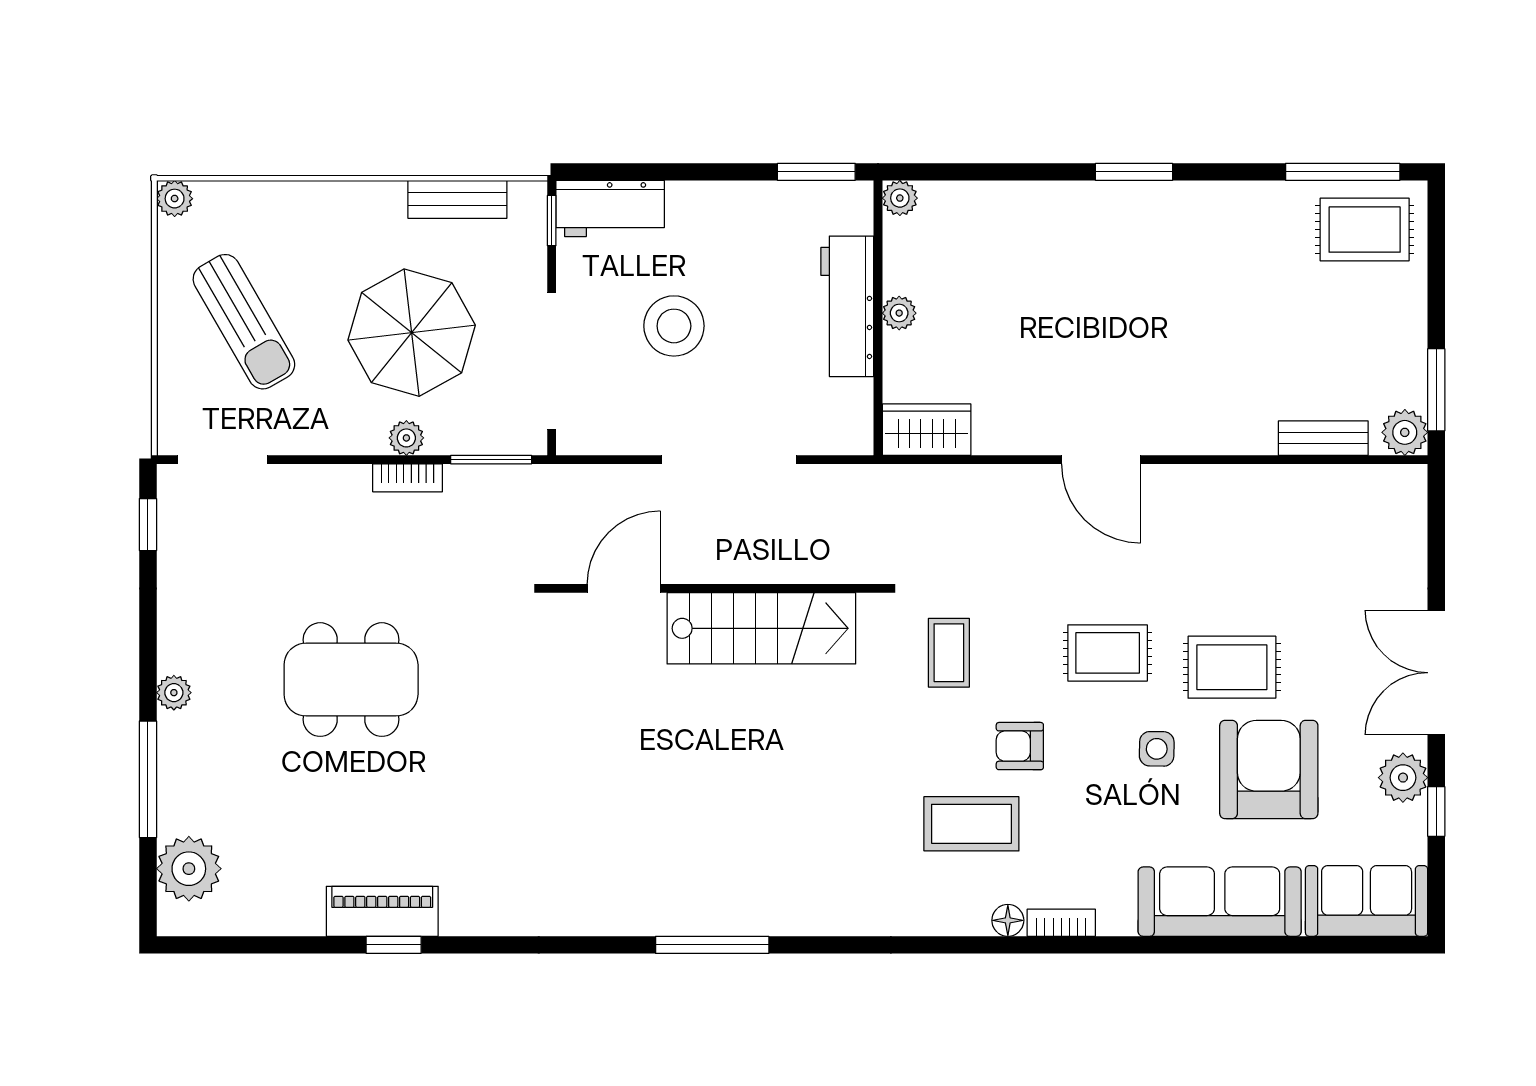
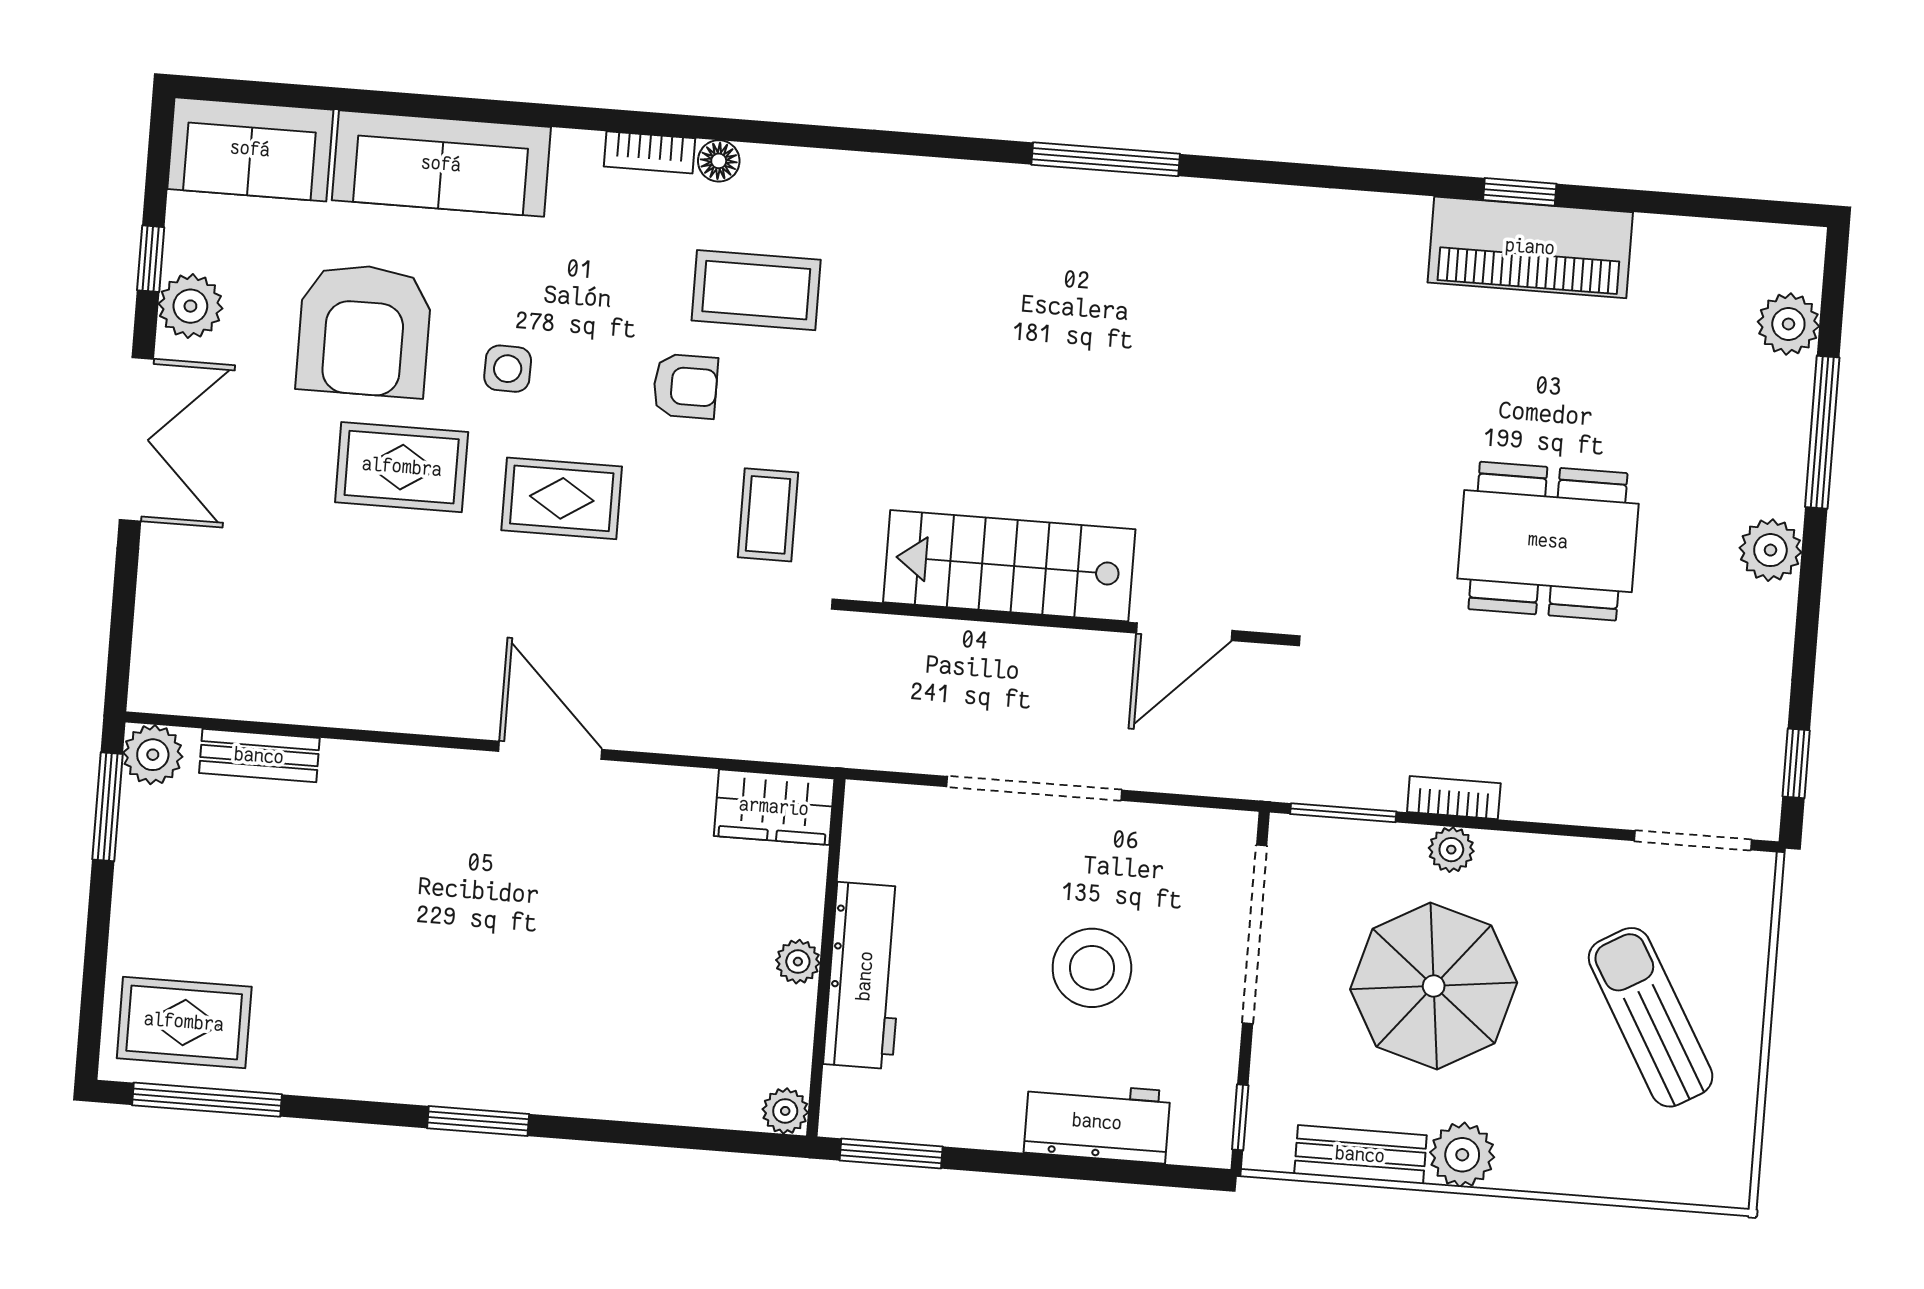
plant: (175, 199) -> (1462, 1155), moved, width x1.38, depth x1.38
workbench: (610, 209) -> (1097, 1122), moved
plant: (174, 693) -> (1770, 550), width x1.38, depth x1.38
plant: (189, 869) -> (1788, 324), width x0.73, depth x0.73
piano: (382, 911) -> (1530, 247), width x1.37, depth x1.33

